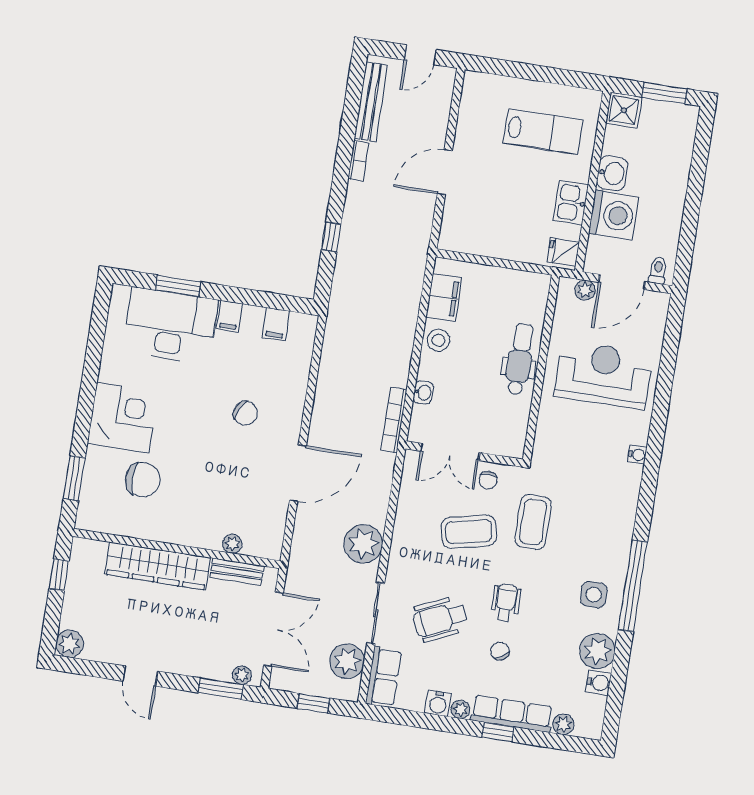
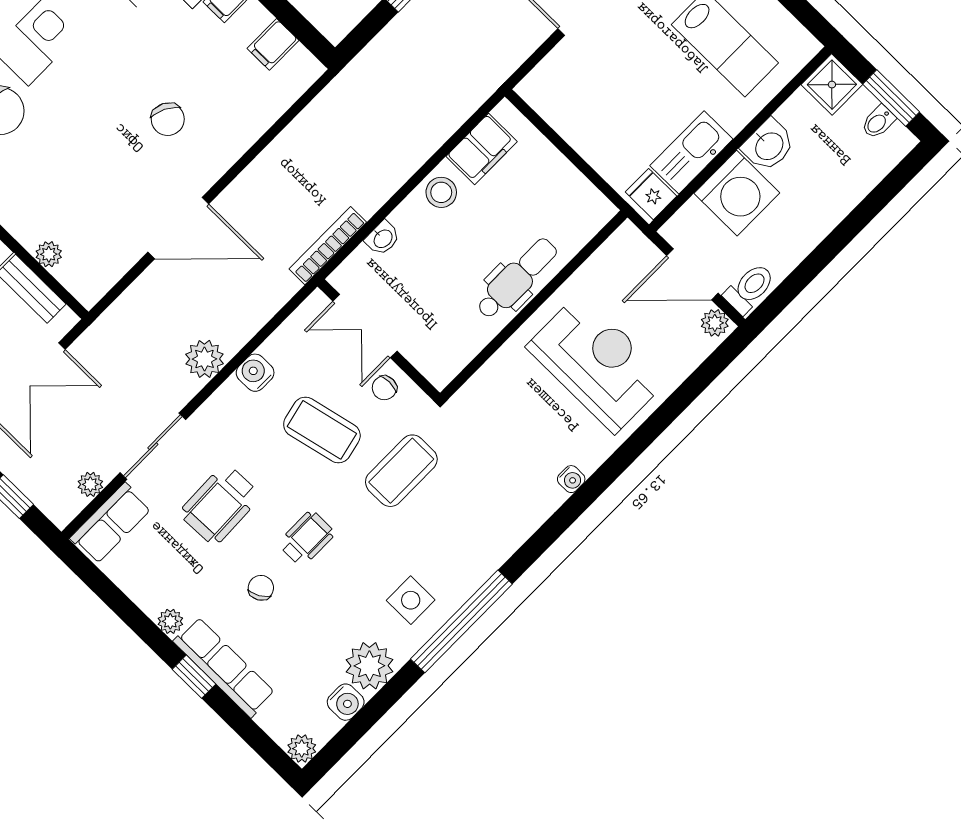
bidet: (667, 113) -> (878, 122), added
kitchen sink: (571, 203) -> (691, 152), width x1.38
toilet: (658, 270) -> (750, 288), width x1.37, depth x1.39
plant: (585, 290) -> (715, 323), moved
plant: (363, 544) -> (205, 359), width x0.73, depth x0.73
wheelchair: (440, 619) -> (220, 504), turned -68
plant: (347, 661) -> (90, 484), width x0.53, depth x0.53
water cooler: (438, 703) -> (255, 373), moved, turned 90
plant: (563, 724) -> (302, 749), moved

